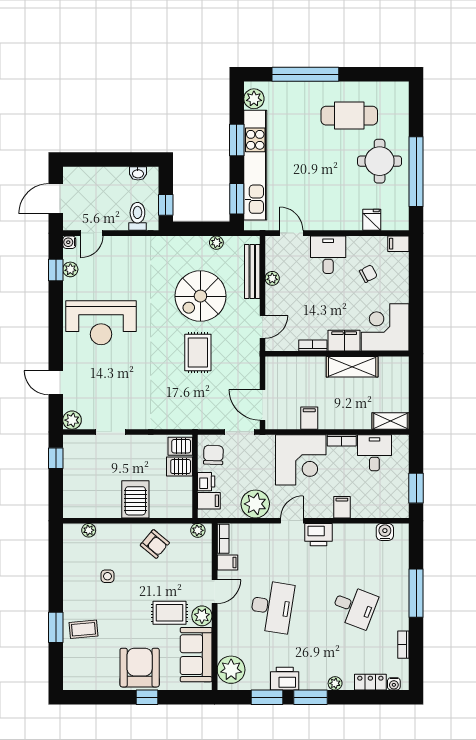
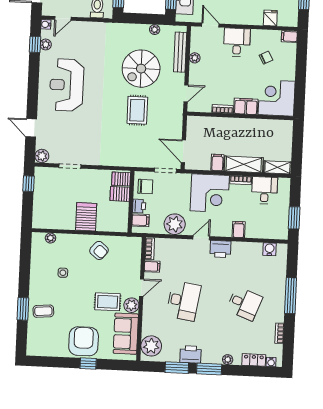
reception desk: (101, 323) -> (67, 85), turned 90
shelving: (352, 367) -> (244, 164), moved
chair: (213, 455) -> (145, 187), turned 88
plant: (198, 530) -> (131, 242), removed

